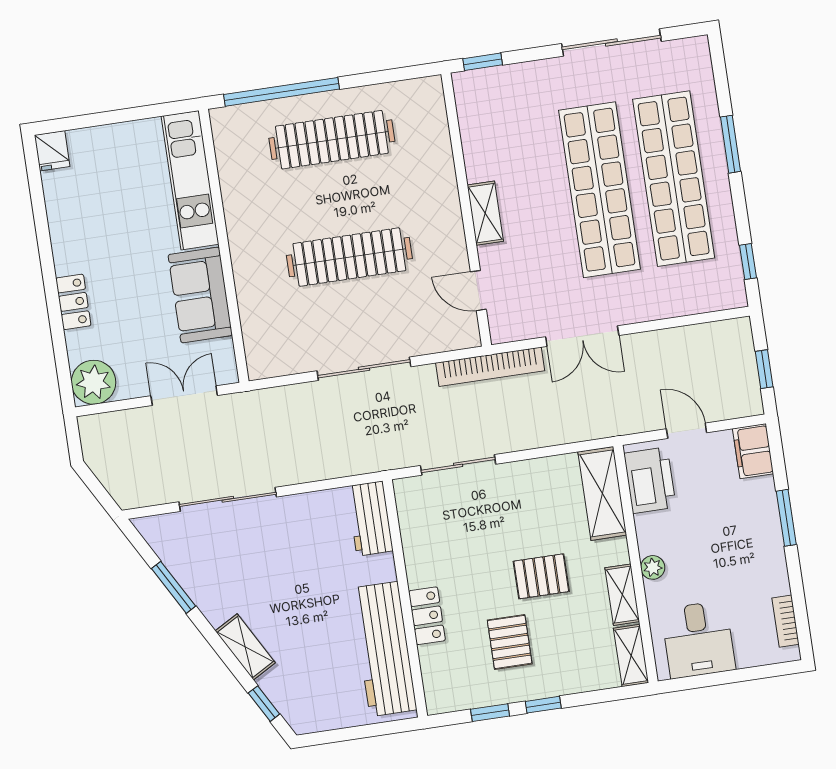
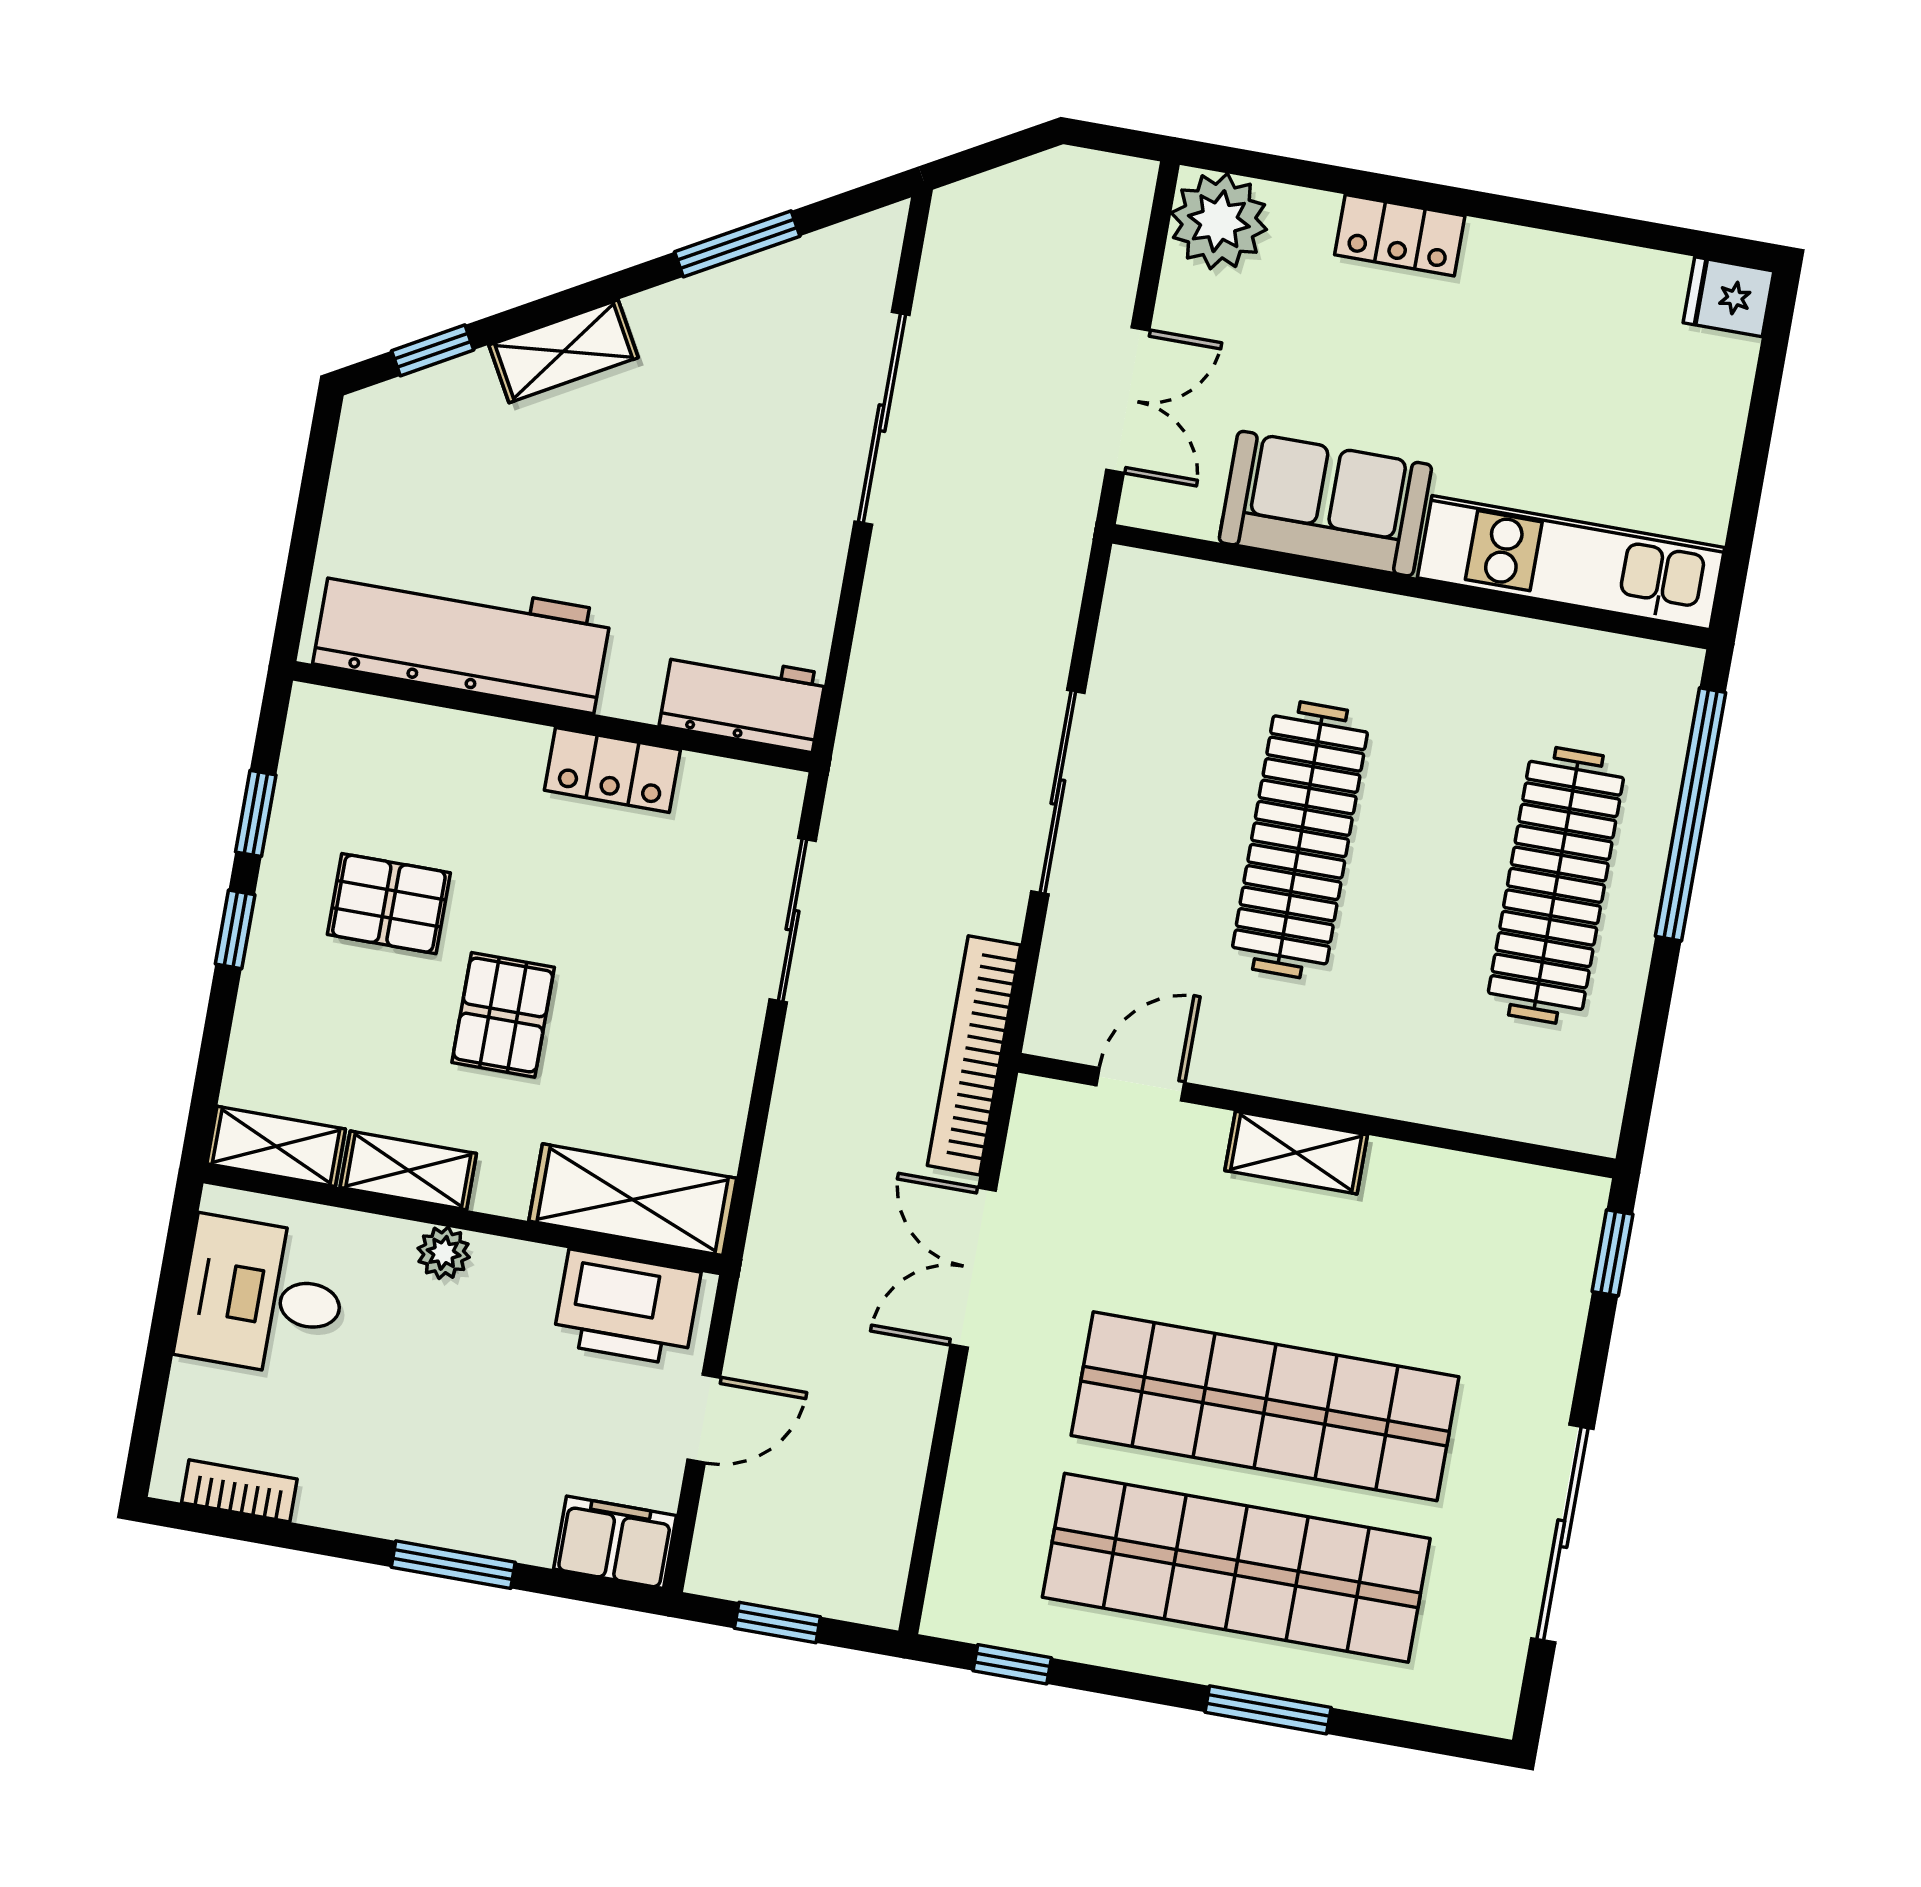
locker: (427, 616) -> (612, 770), moved

